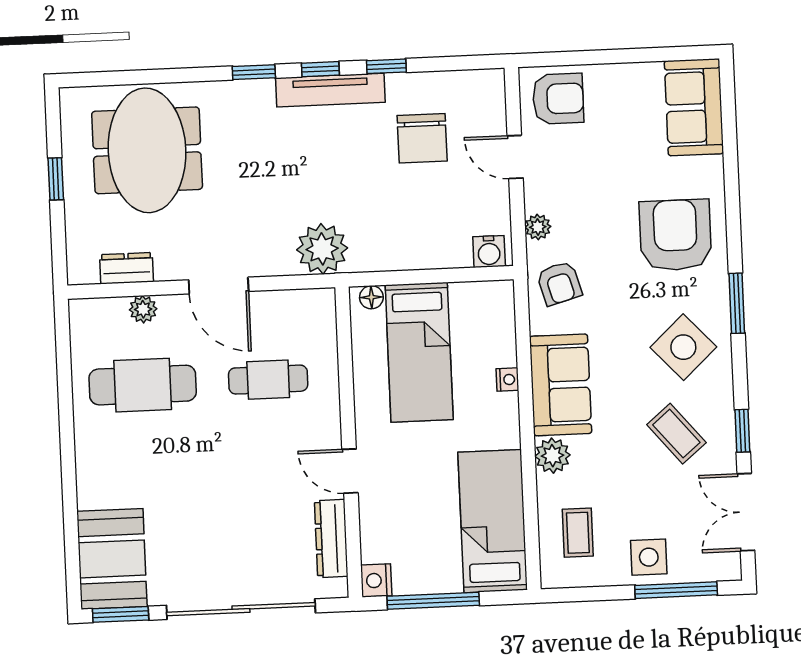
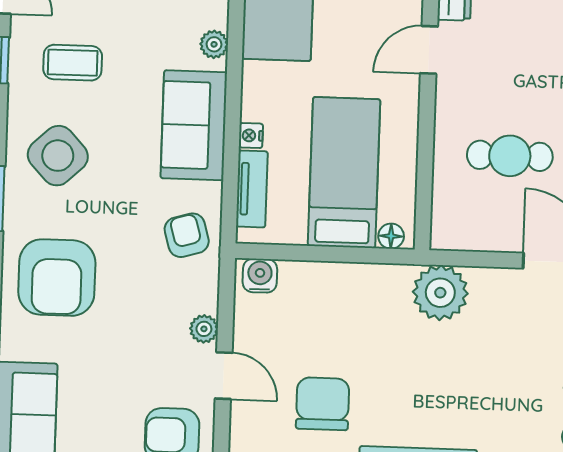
plant: (538, 227) -> (204, 329), moved
tv unit: (503, 331) -> (252, 189), added
coffee table: (676, 434) -> (73, 63), turned -50
plant: (552, 456) -> (214, 44), width x0.73, depth x0.73
door: (350, 471) -> (429, 50), swing flipped

